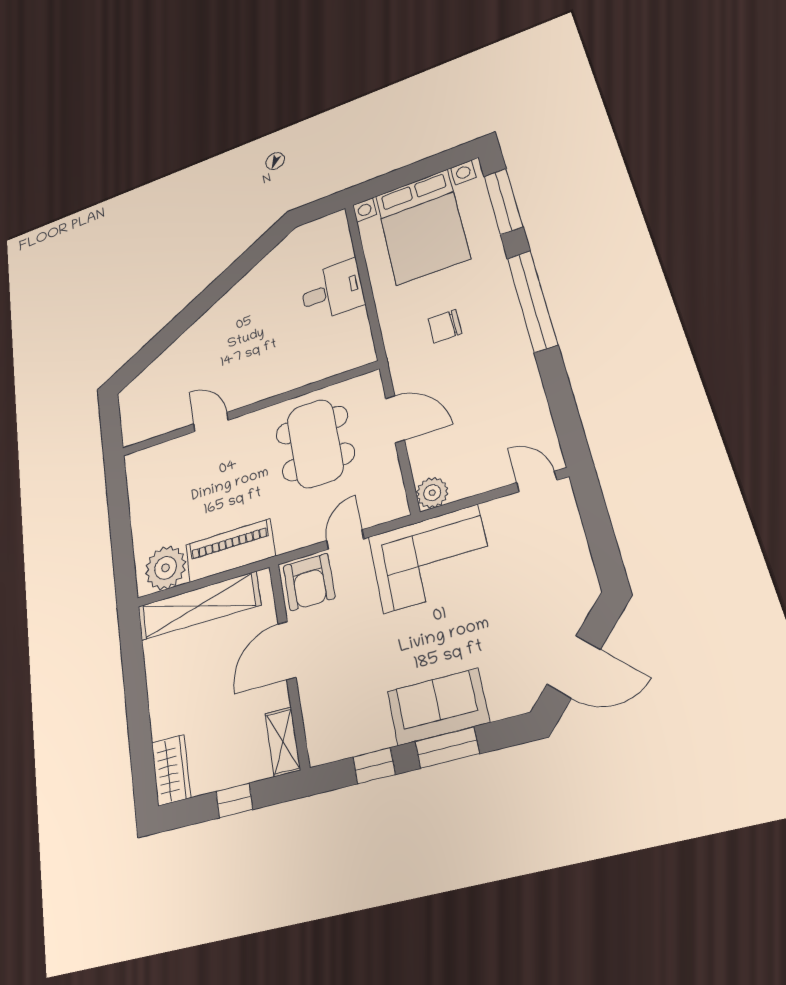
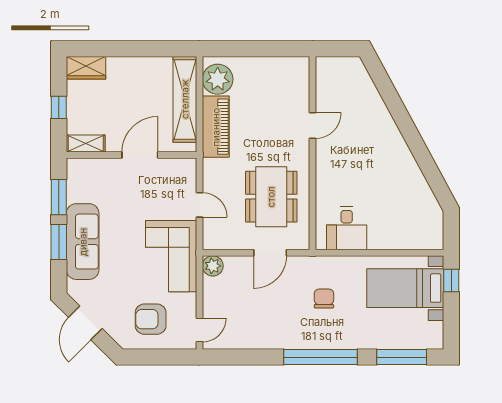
window: (384, 184) -> (451, 281), added
bed with nightstands: (422, 227) -> (405, 288), width x0.73
desk: (332, 291) -> (347, 228), moved
dining table: (315, 443) -> (271, 197), turned 90
armchair: (309, 582) -> (151, 319), moved
door: (287, 650) -> (140, 155), hinge flipped
sofa: (438, 707) -> (83, 242), width x1.36
window: (374, 766) -> (59, 197), width x1.50

